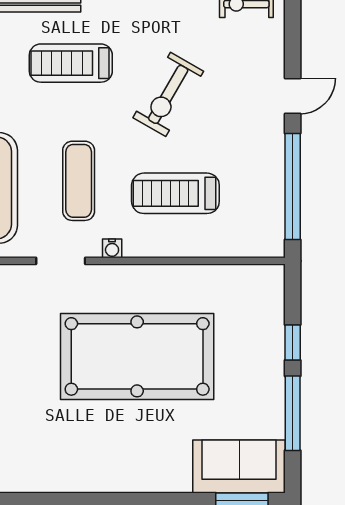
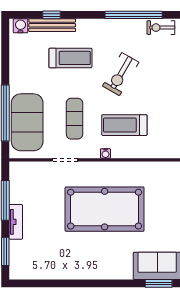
treadmill: (71, 63) -> (70, 58), turned 180
water cooler: (112, 248) -> (106, 153), moved

